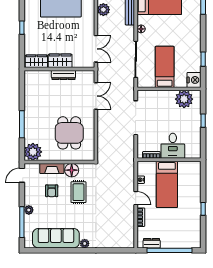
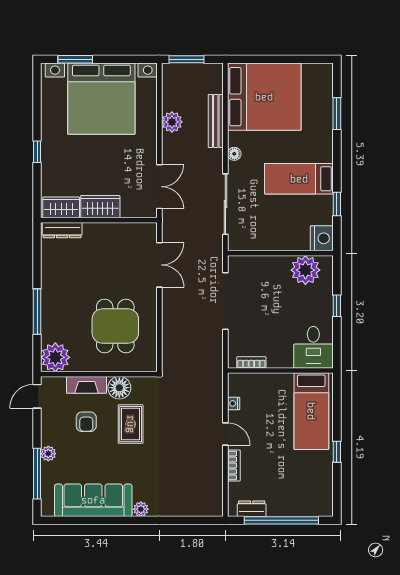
bed: (165, 67) -> (299, 179), moved, turned -90
dresser: (63, 75) -> (62, 230), moved
desk: (173, 146) -> (313, 347), moved
bed: (167, 184) -> (311, 411), moved

